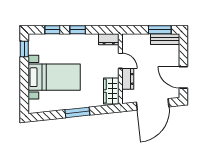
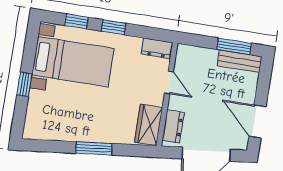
window: (24, 49) -> (24, 84), moved
bed with nightstands: (54, 77) -> (73, 62), moved
dresser: (128, 79) -> (173, 126), moved

